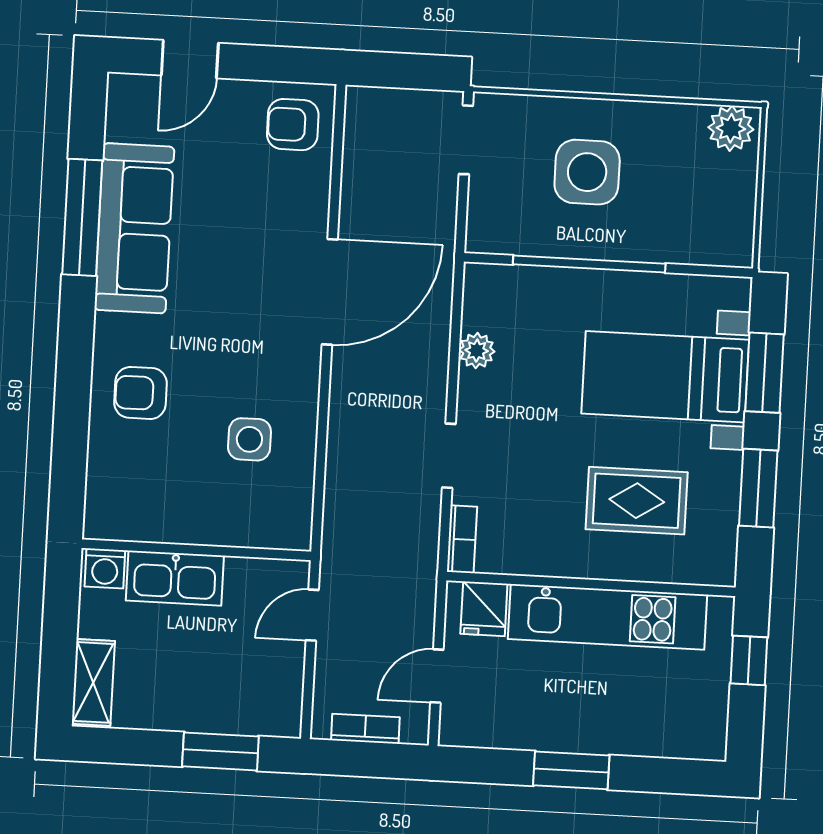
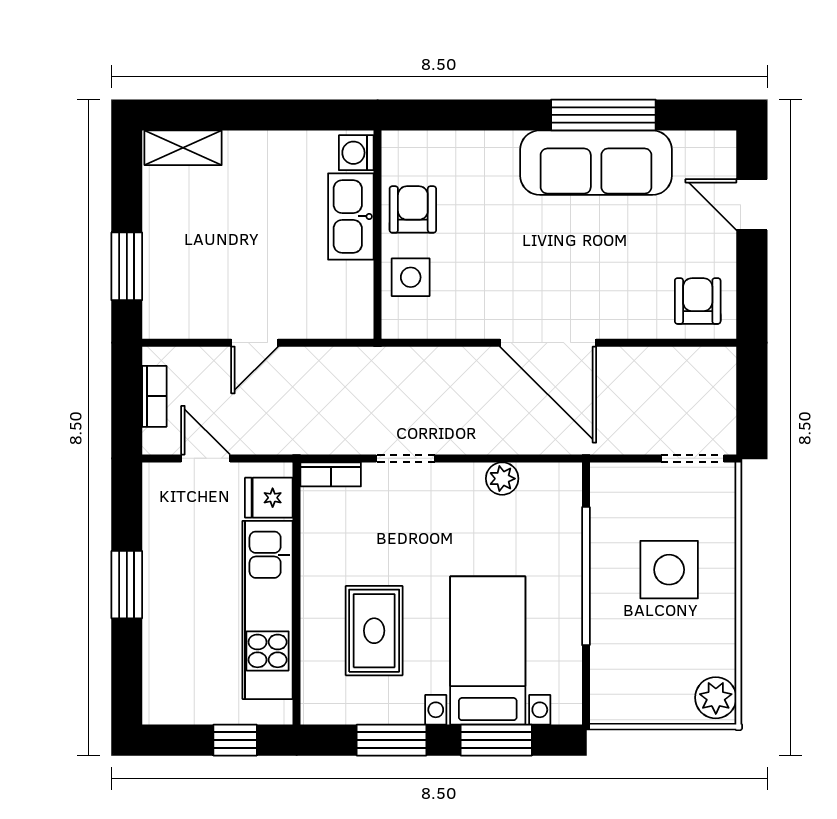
armchair: (140, 393) -> (413, 209), moved
wall: (196, 550) -> (378, 235), moved
washing machine: (105, 568) -> (356, 153), moved
kitchen sink: (175, 578) -> (351, 216), moved
door: (312, 615) -> (255, 343), swing flipped

